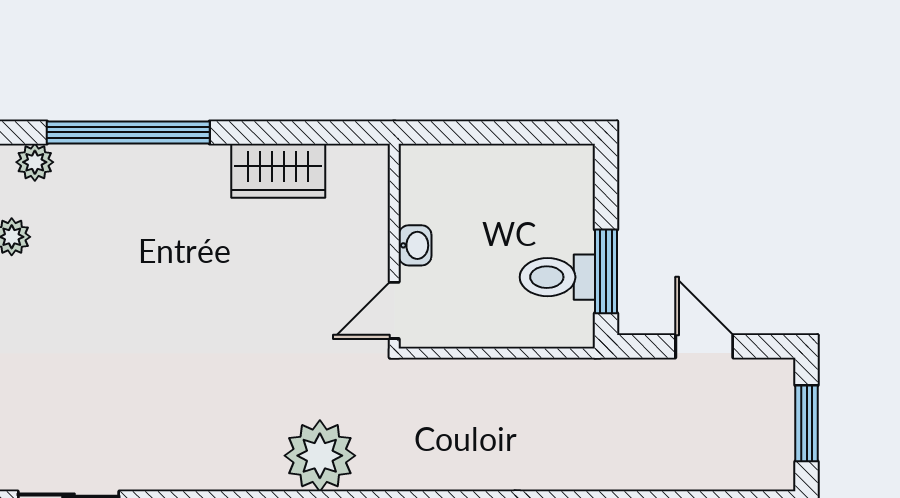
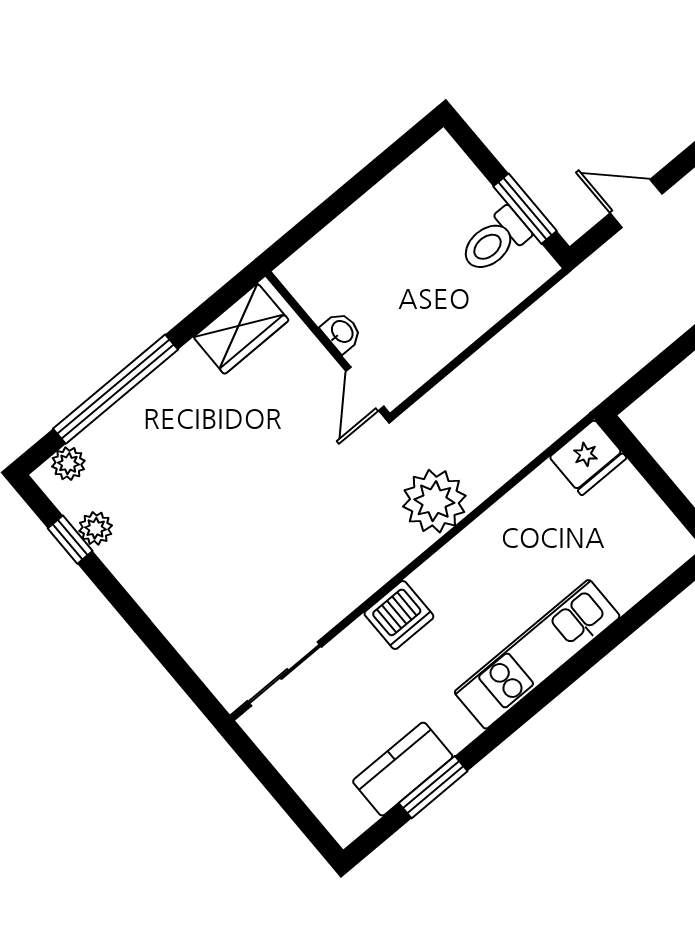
washbasin: (415, 245) -> (342, 332), moved
wall: (394, 246) -> (328, 345), moved
door: (394, 310) -> (365, 389), moved

